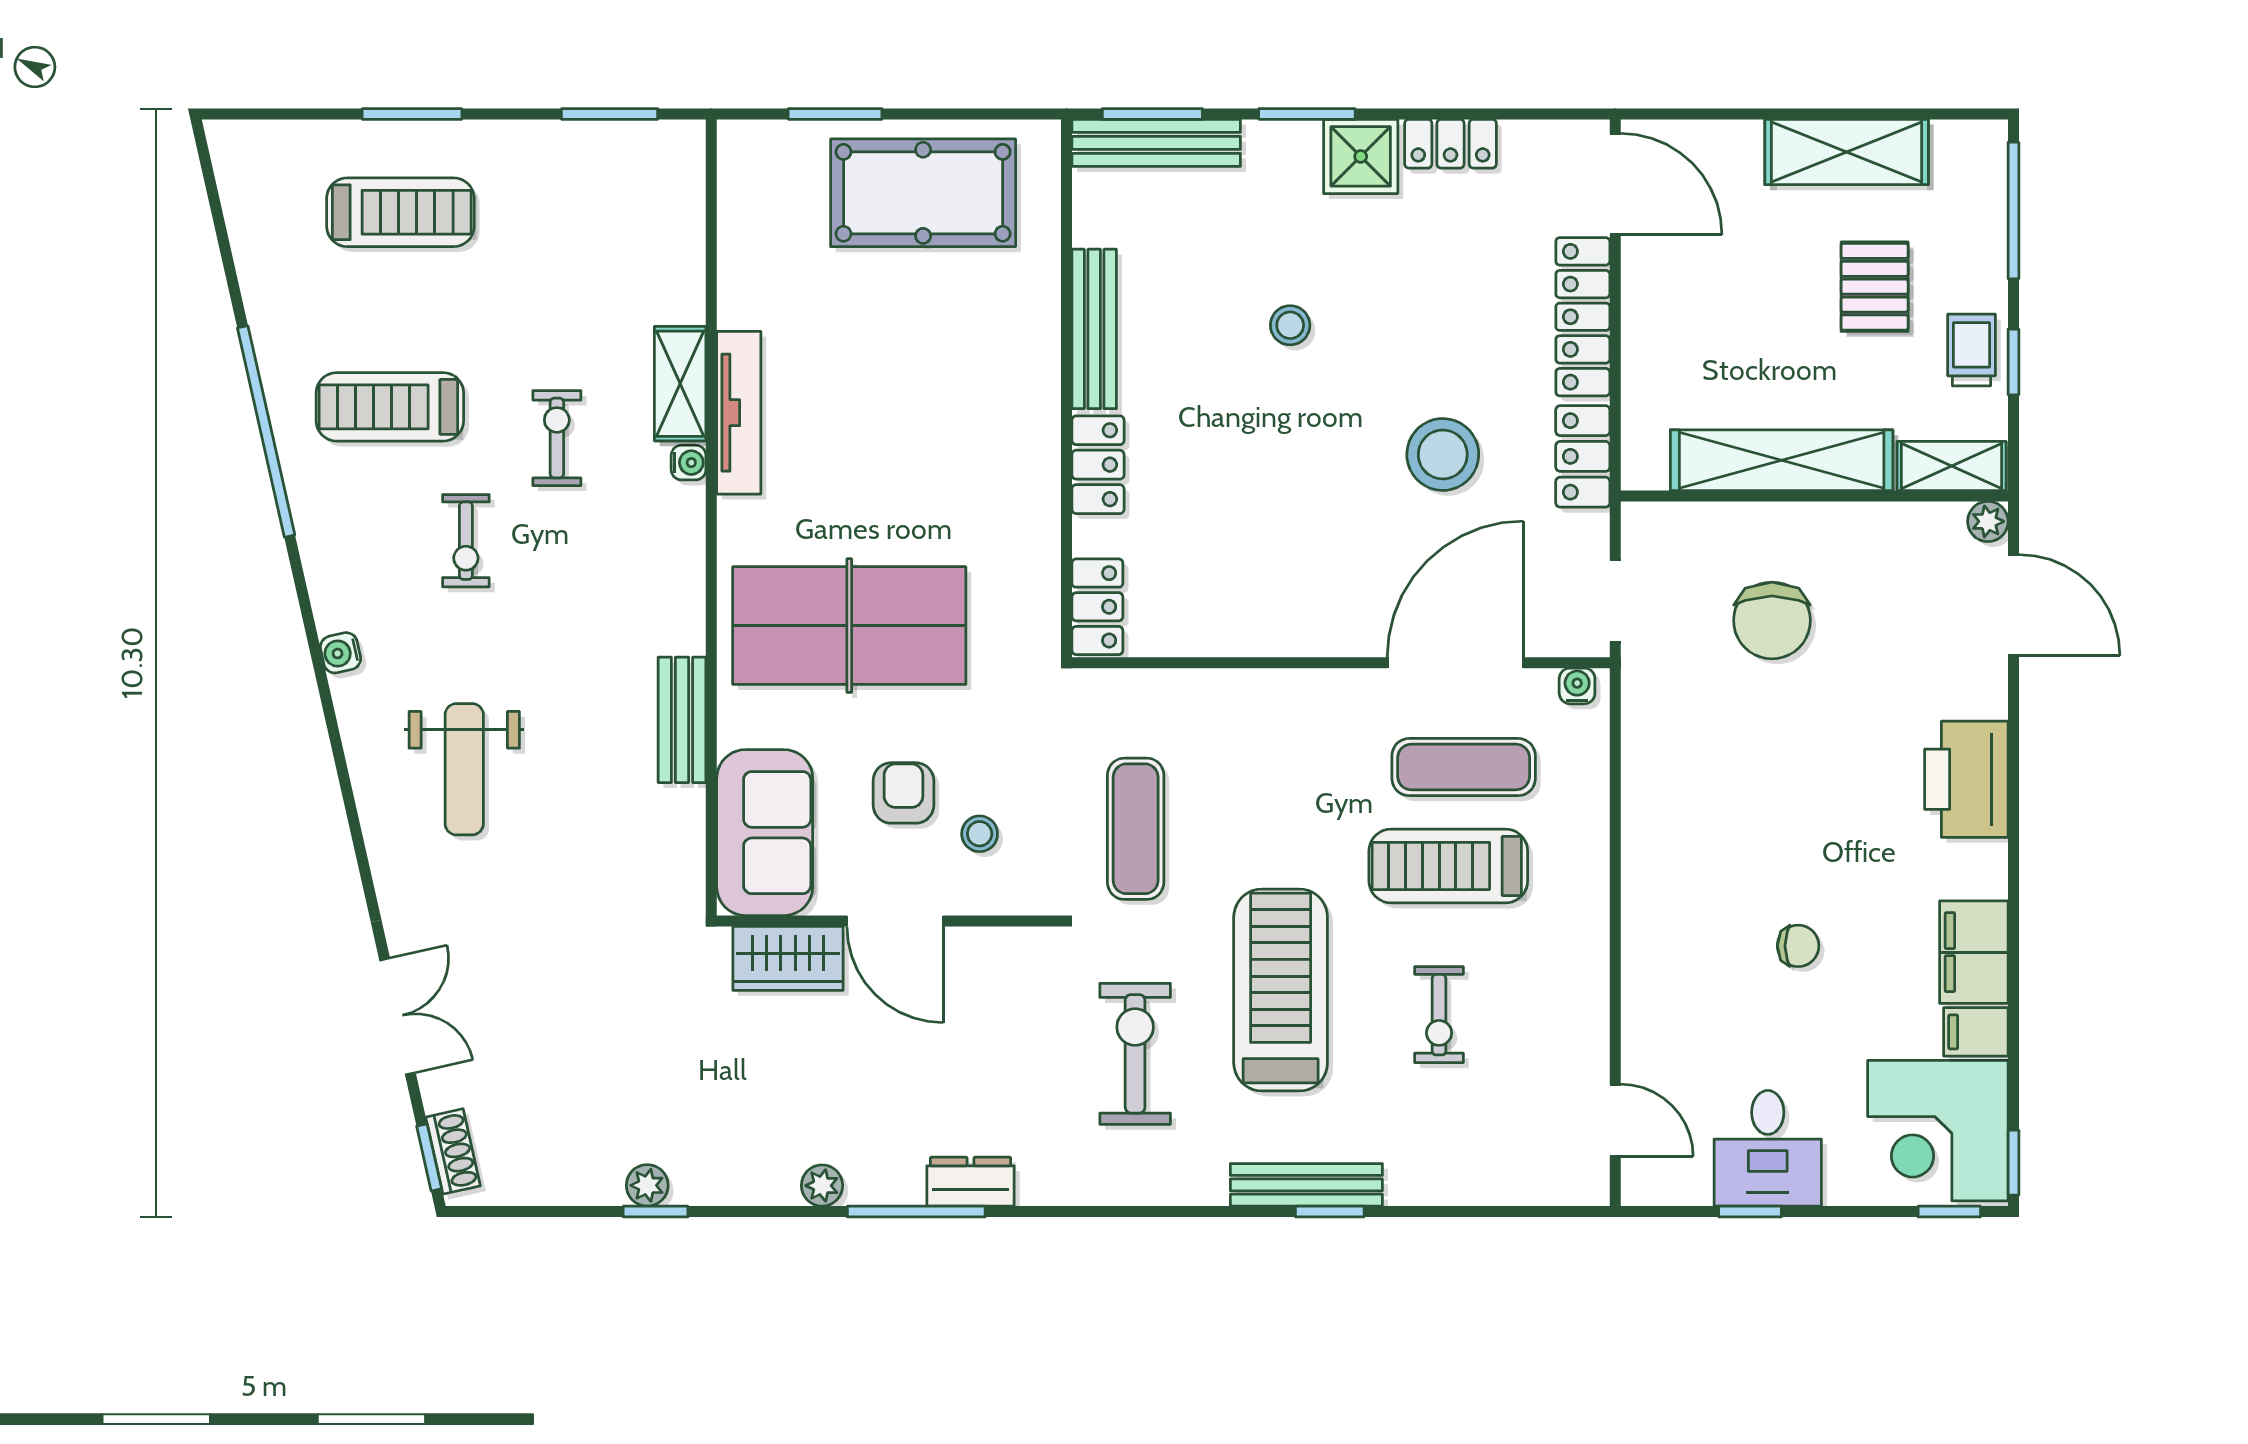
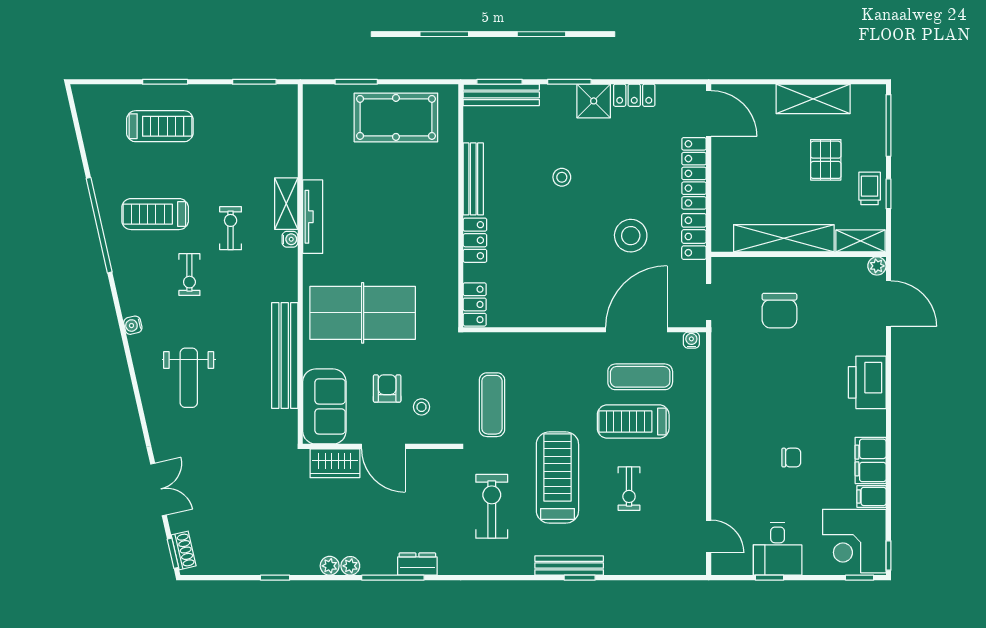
bench: (682, 720) -> (285, 356), width x1.86, depth x1.21
plant: (647, 1185) -> (330, 566), moved

